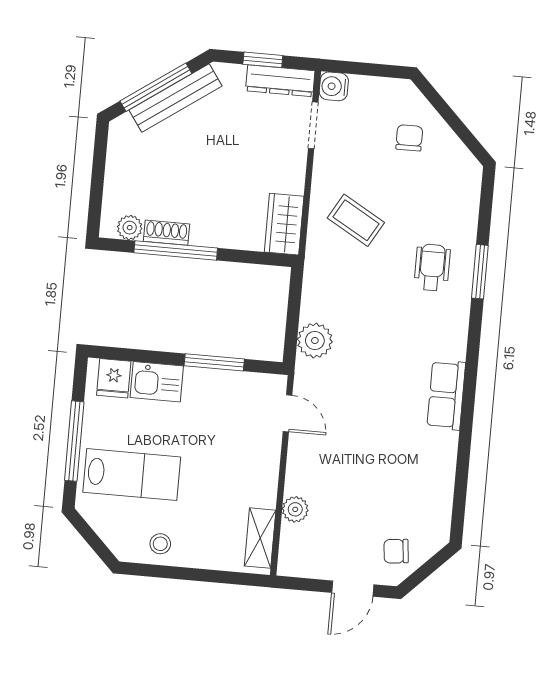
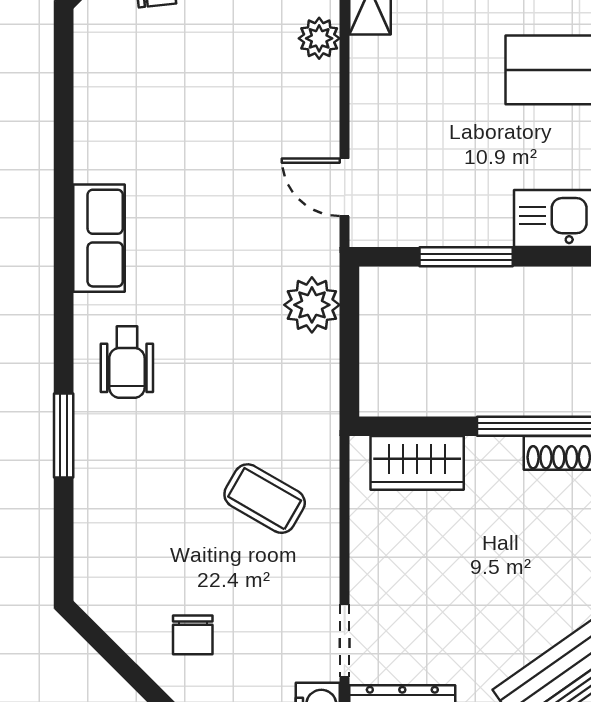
wardrobe: (284, 224) -> (417, 463), moved, turned 90
wheelchair: (432, 267) -> (127, 362), moved

